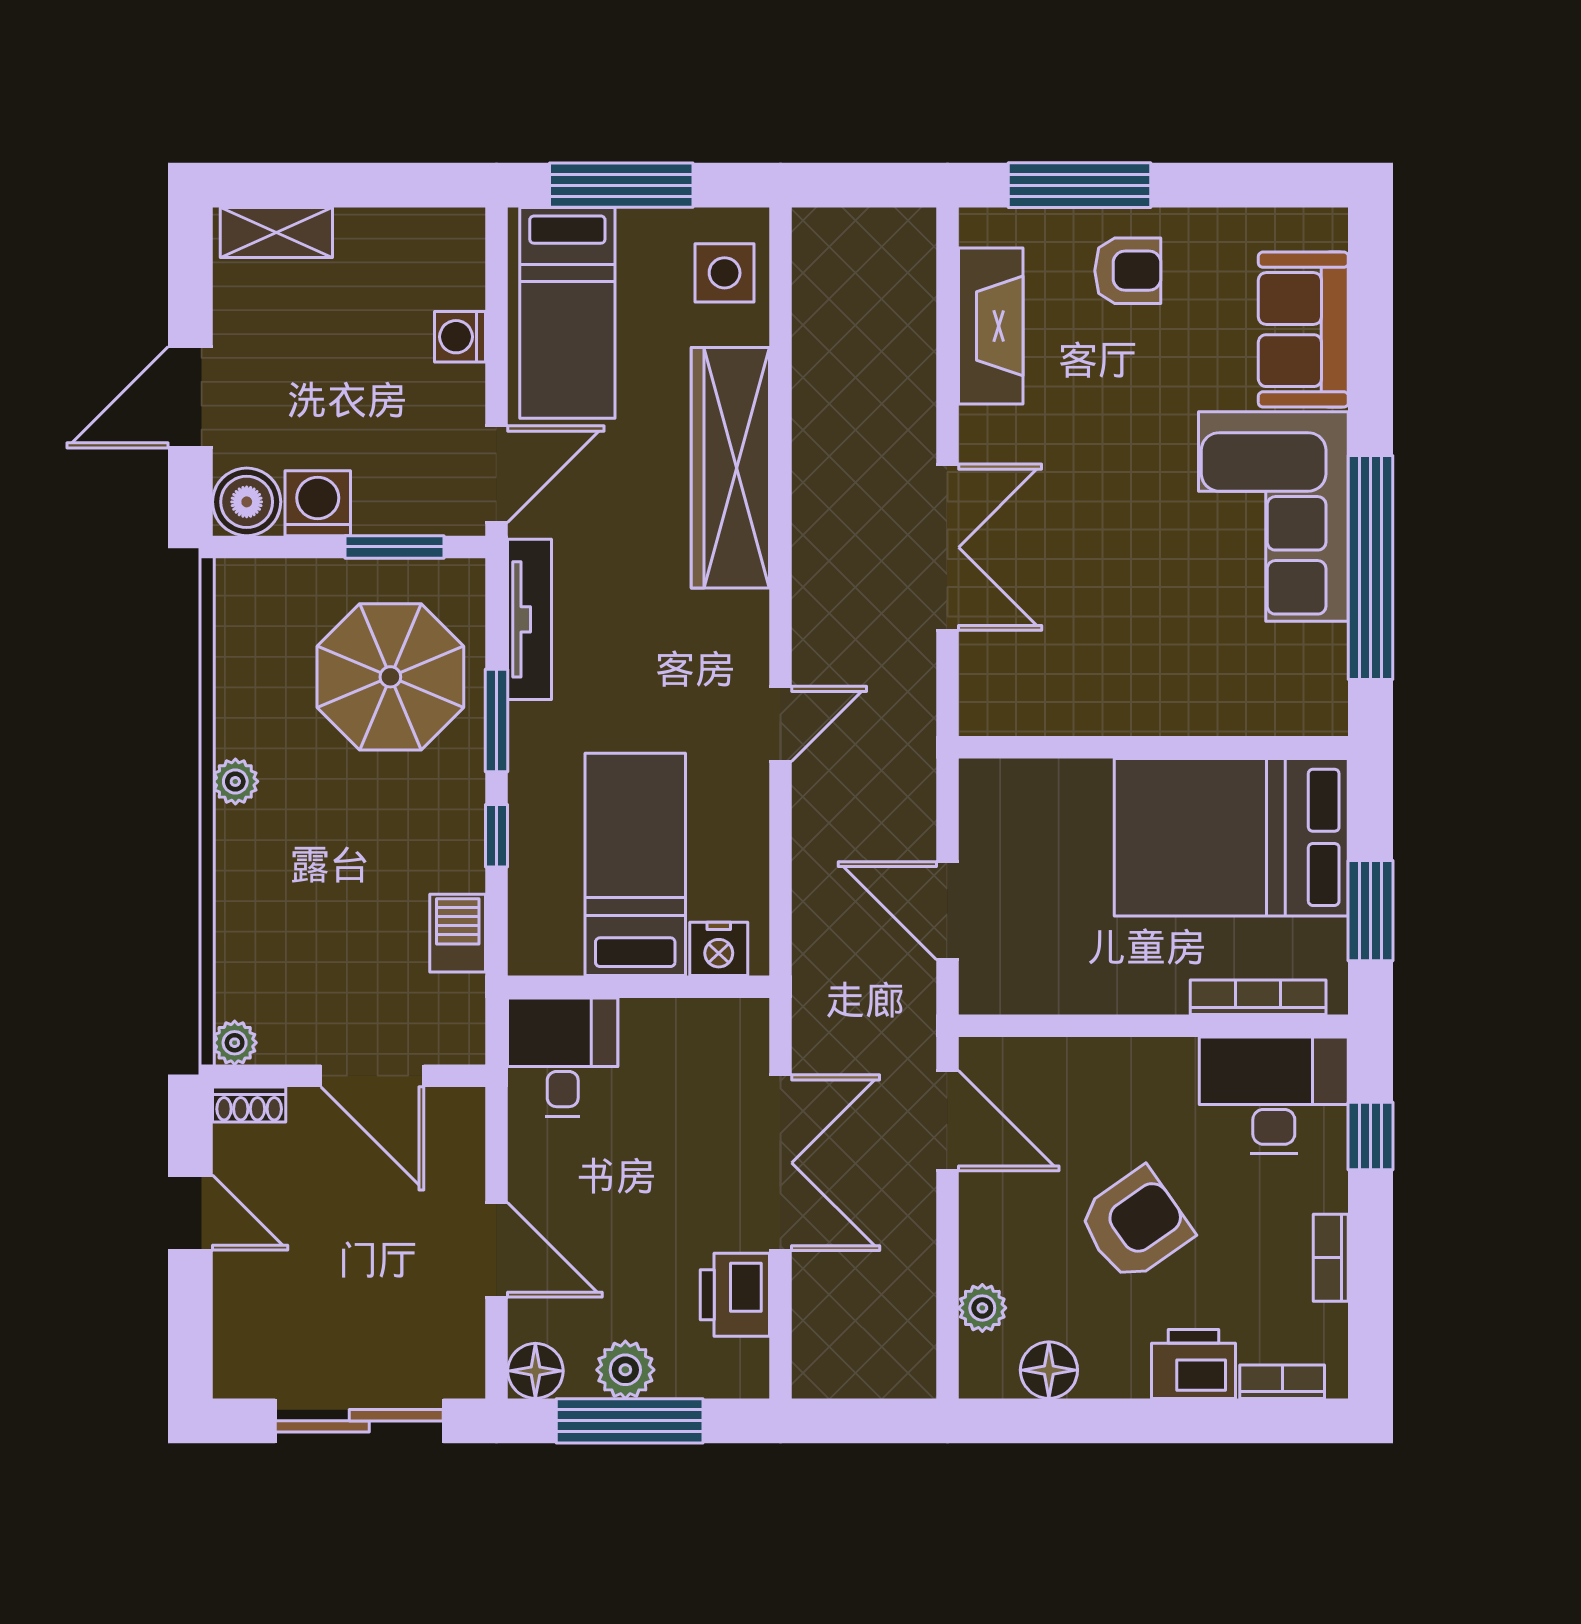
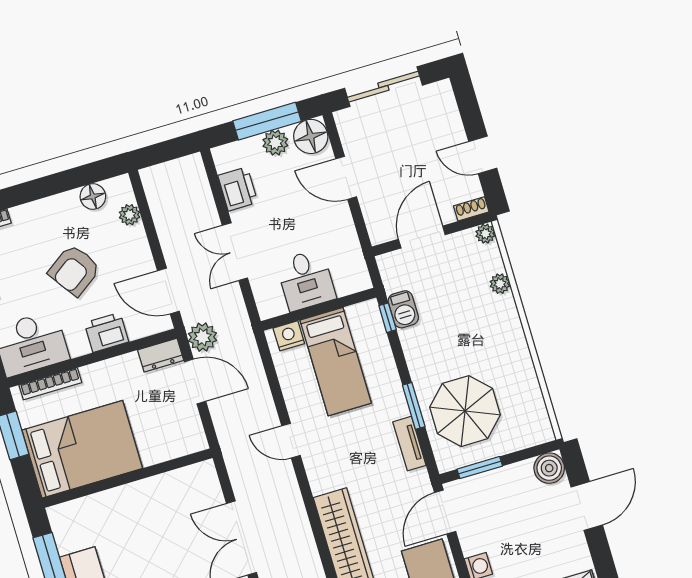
washing machine: (318, 503) -> (518, 477), removed
tv unit: (530, 619) -> (409, 444), width x0.71
door: (780, 724) -> (291, 441), hinge flipped
plant: (235, 781) -> (500, 284), moved
window: (497, 836) -> (388, 318), moved
dresser: (1005, 989) -> (161, 355), added
plant: (904, 1001) -> (202, 337), added
desk: (563, 1057) -> (306, 280), moved
door: (372, 1076) -> (422, 237), hinge flipped
double door: (780, 1163) -> (235, 252), width x0.73
printer: (1194, 1364) -> (106, 332), moved, turned 180
floor lamp: (535, 1371) -> (311, 136), width x1.38, depth x1.38

